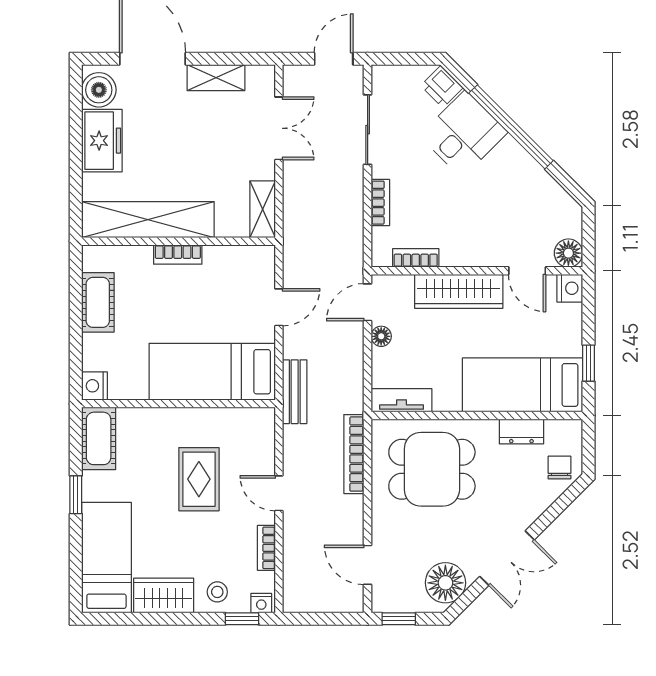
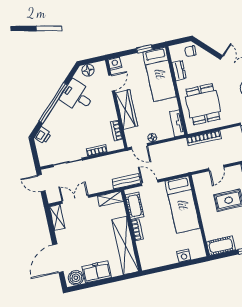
shelving: (216, 78) -> (57, 217), moved
desk: (463, 134) -> (77, 96), moved
floor lamp: (568, 253) -> (88, 70), moved
cot: (98, 302) -> (135, 206), moved, turned 90
nightstand: (94, 386) -> (184, 256), moved
bench: (295, 392) -> (126, 181), moved
door: (279, 493) -> (216, 168), moved

